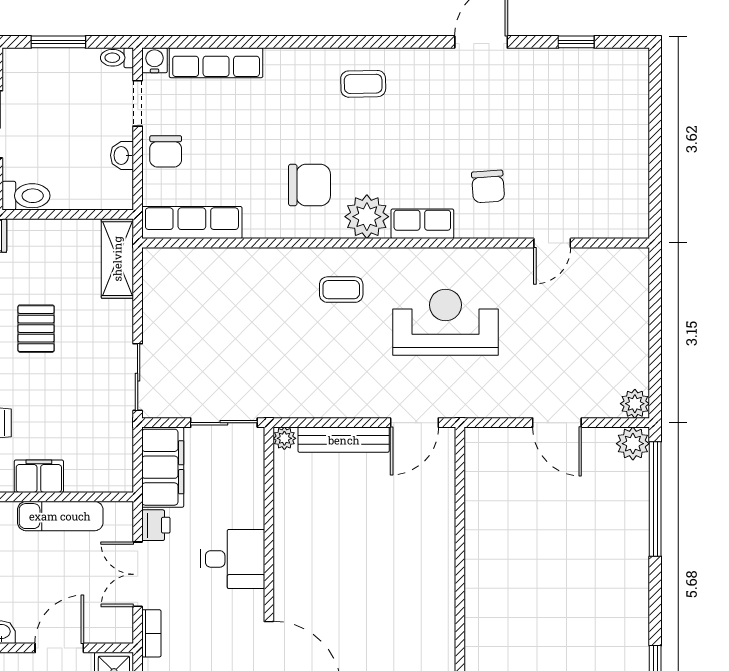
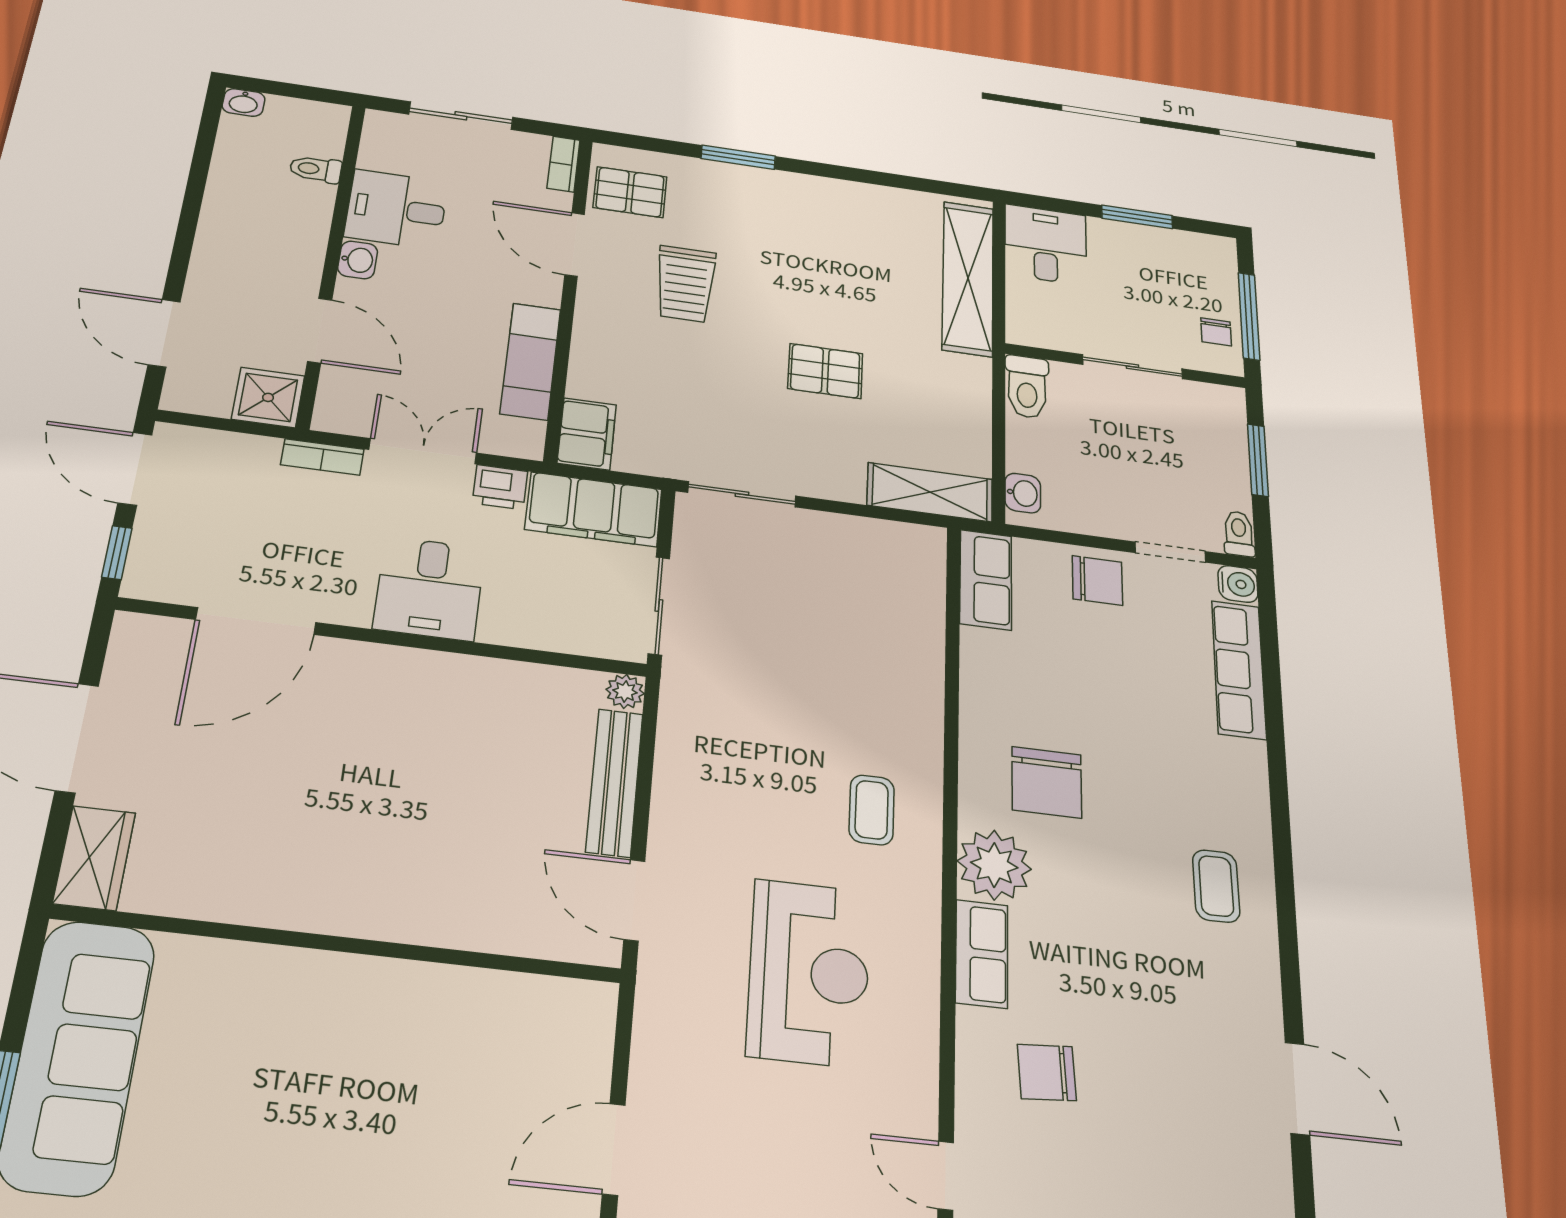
chair: (166, 151) -> (1097, 581), turned 180
washbasin: (122, 155) -> (1023, 493), moved, turned 90
row of seats: (192, 223) -> (986, 580), width x0.68
filing cabinet: (39, 476) -> (587, 434), moved

